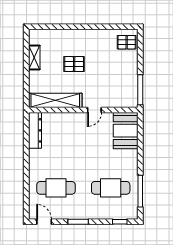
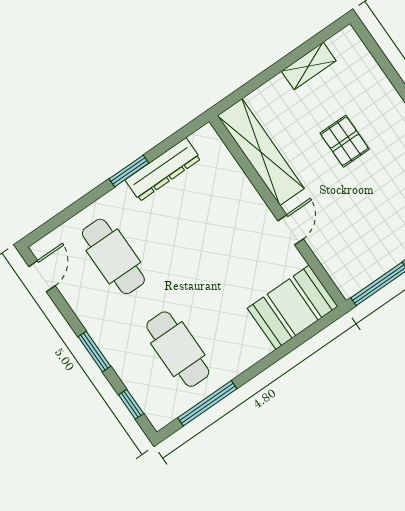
door: (94, 110) -> (291, 230), swing flipped
dresser: (35, 130) -> (163, 169), moved
window: (26, 158) -> (129, 171), added
window: (78, 222) -> (94, 352), moved

